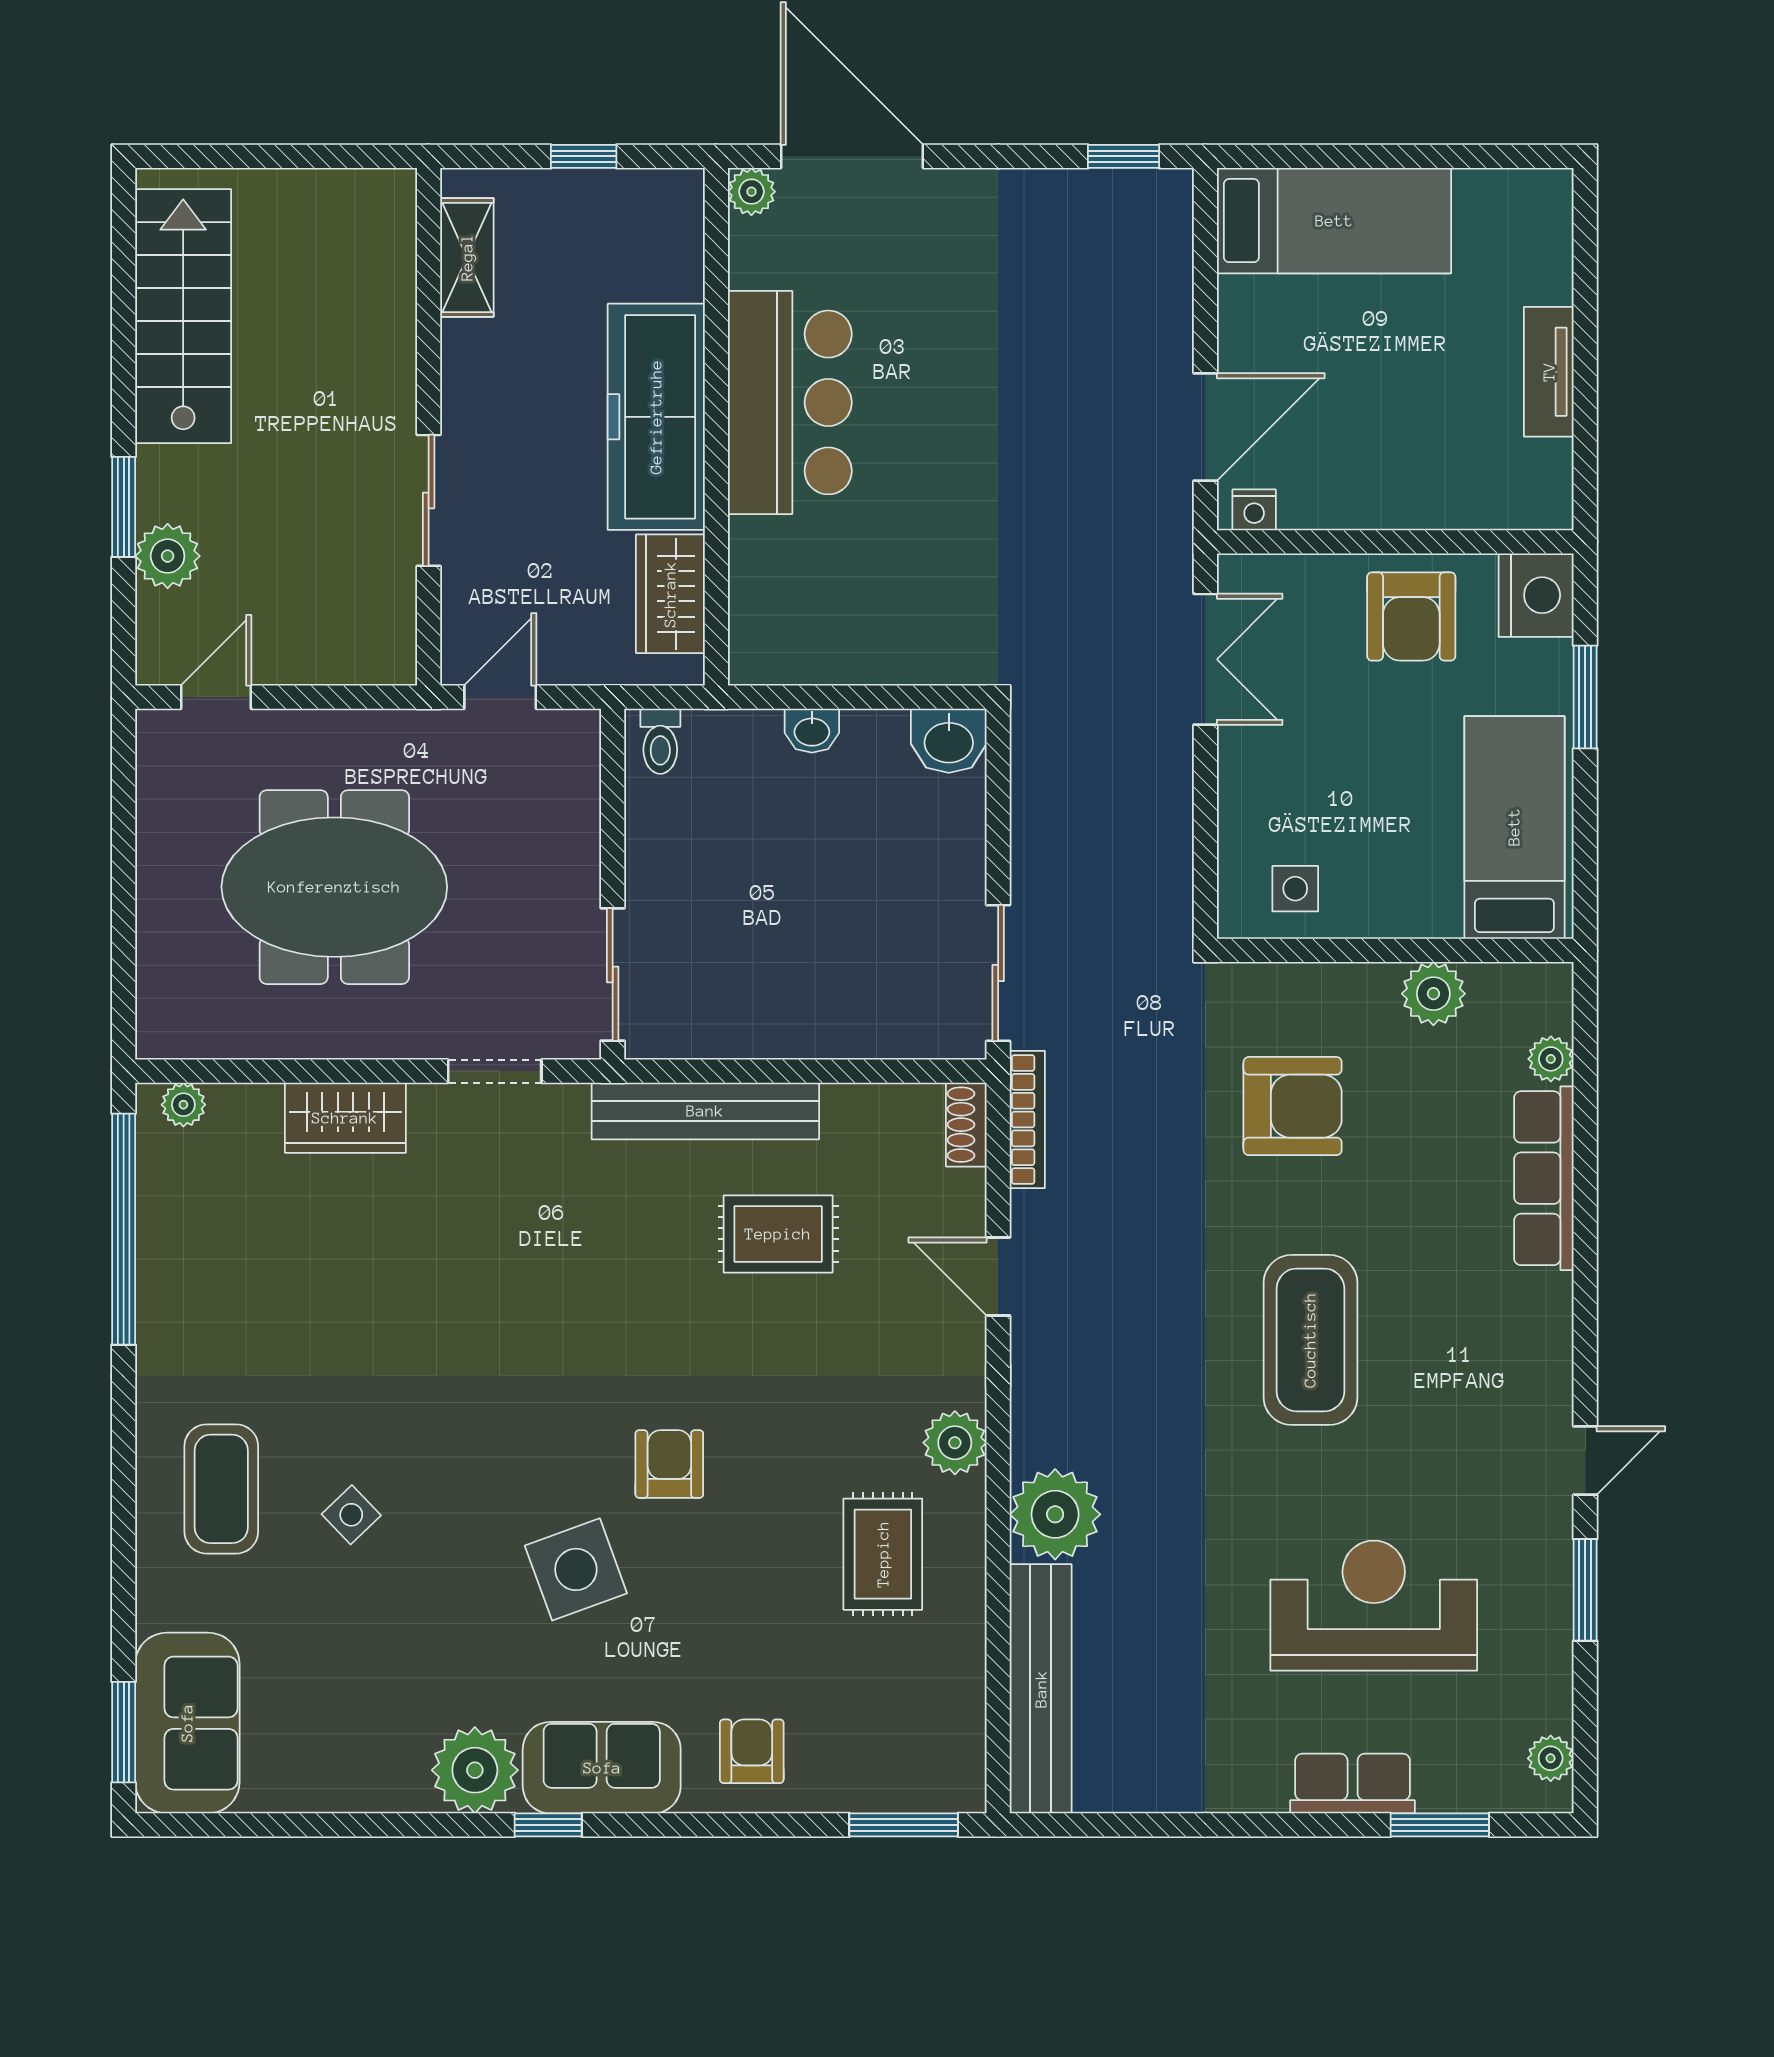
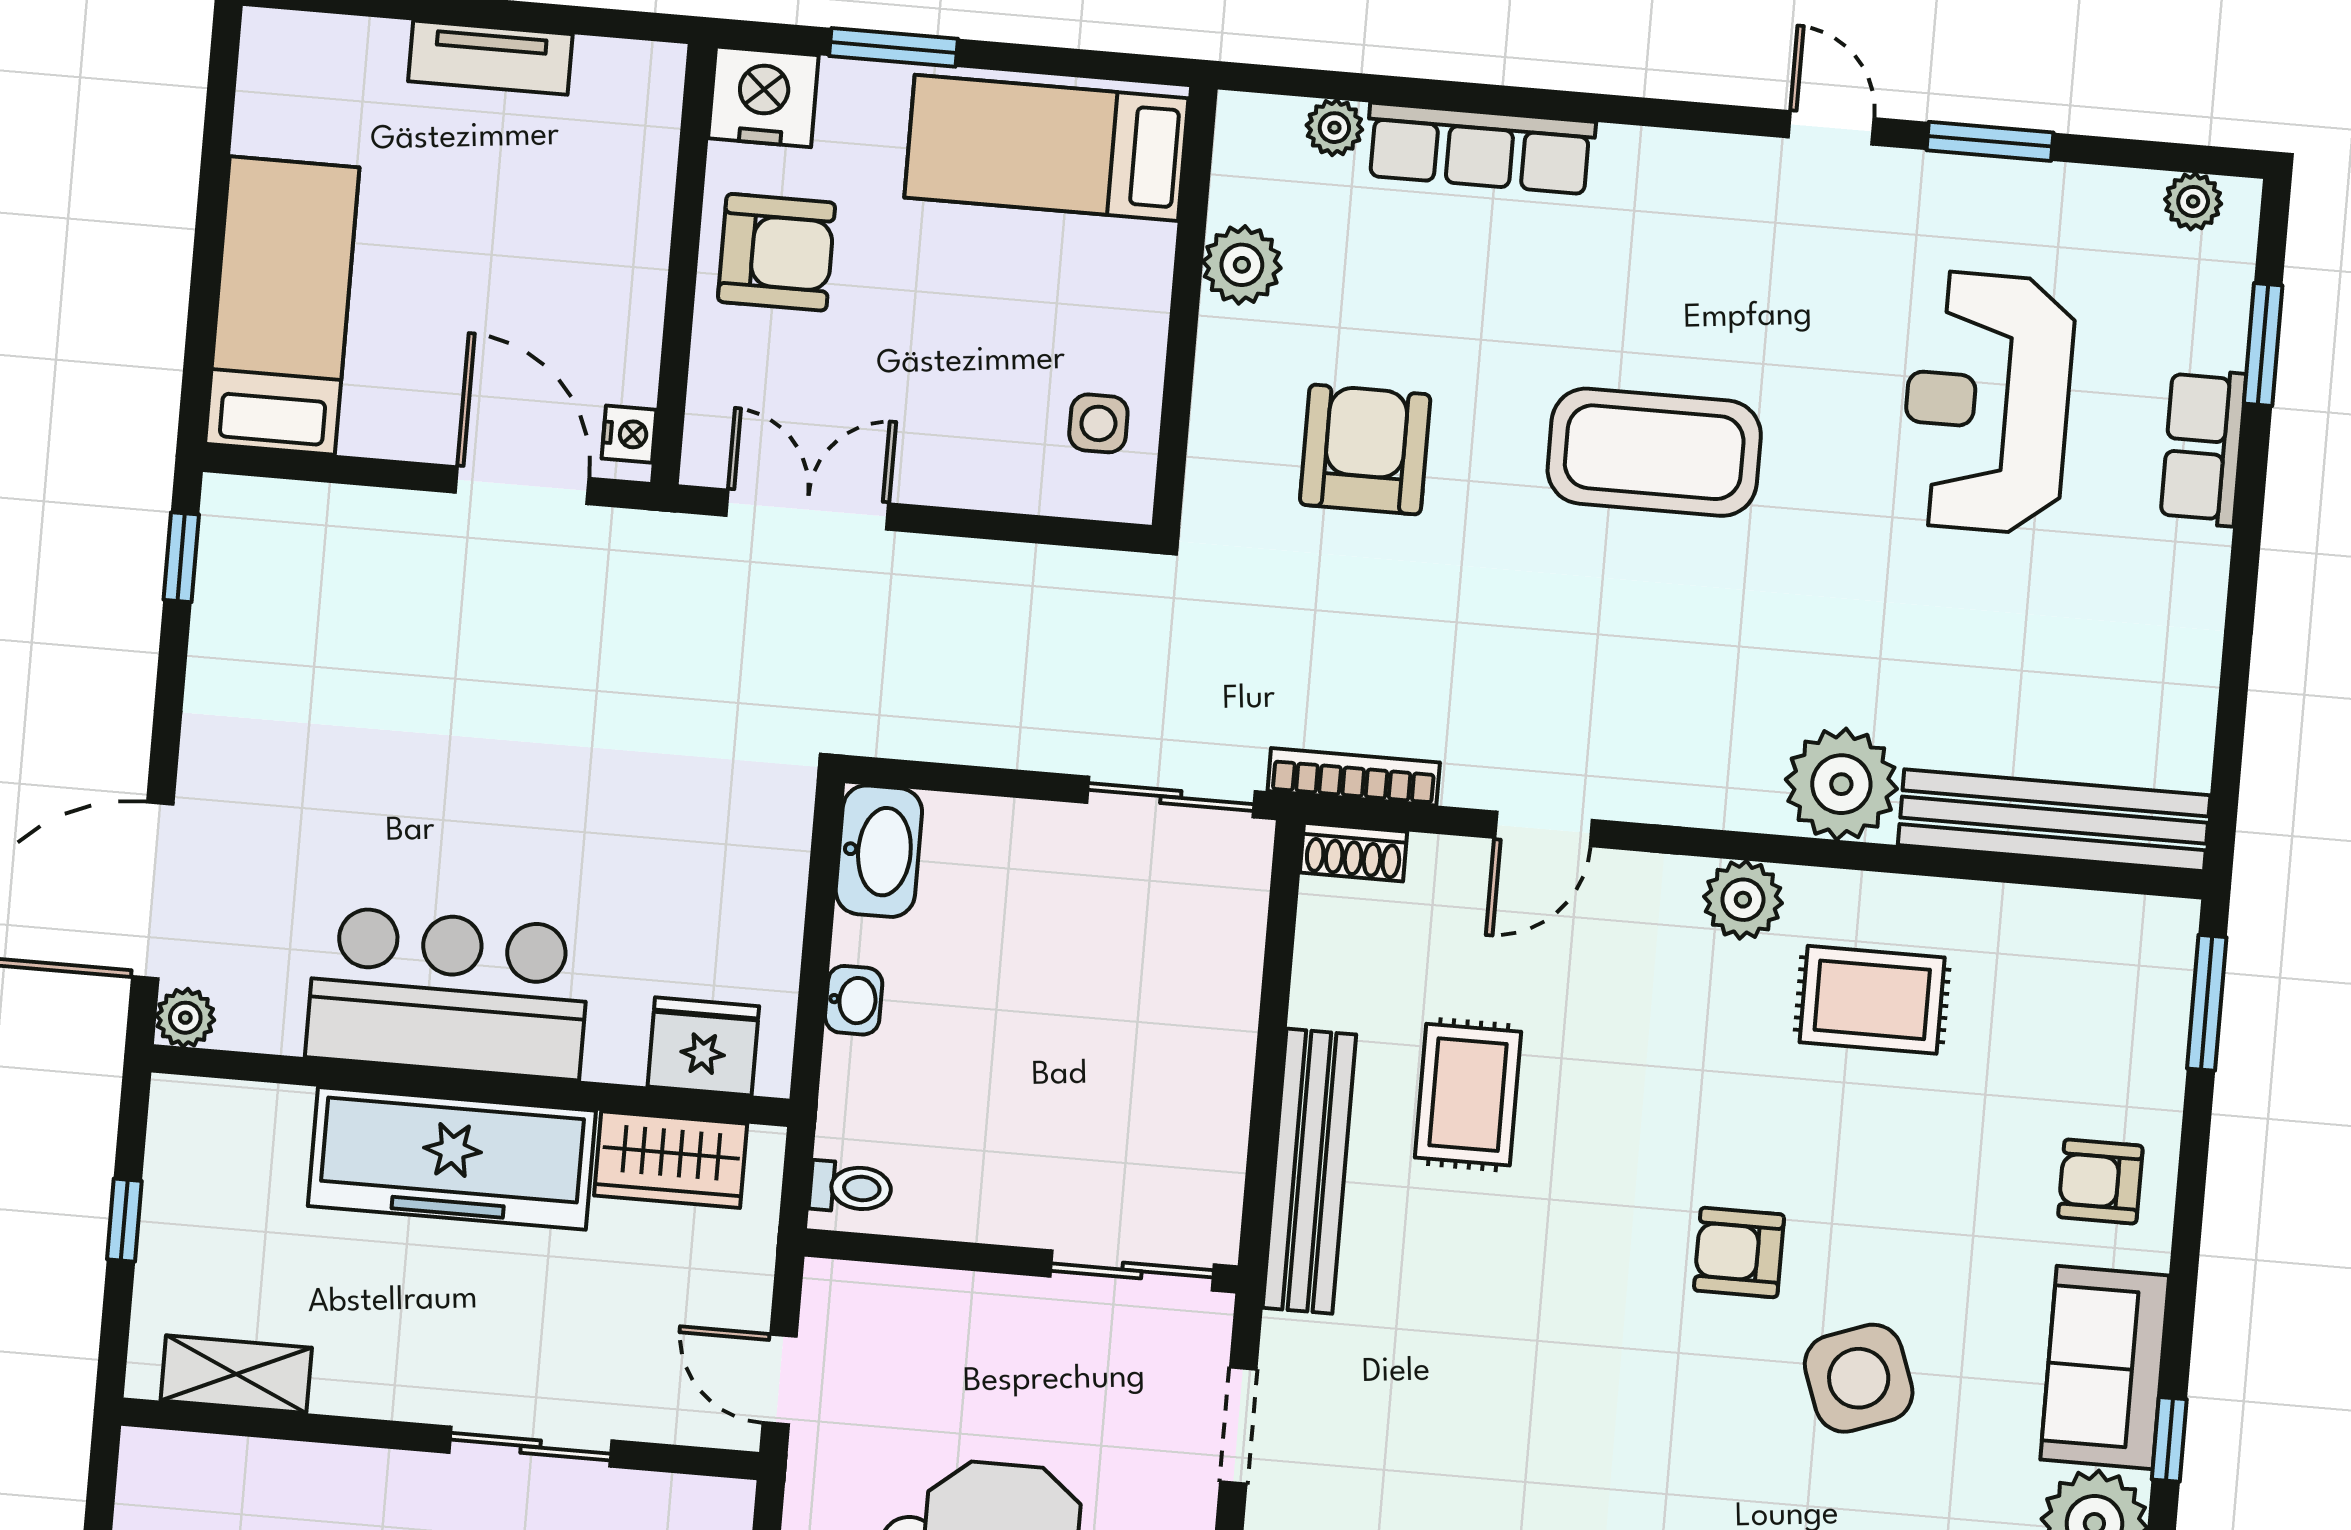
fridge: (764, 612) -> (703, 1046), added
washbasin: (949, 741) -> (879, 851), width x1.38

